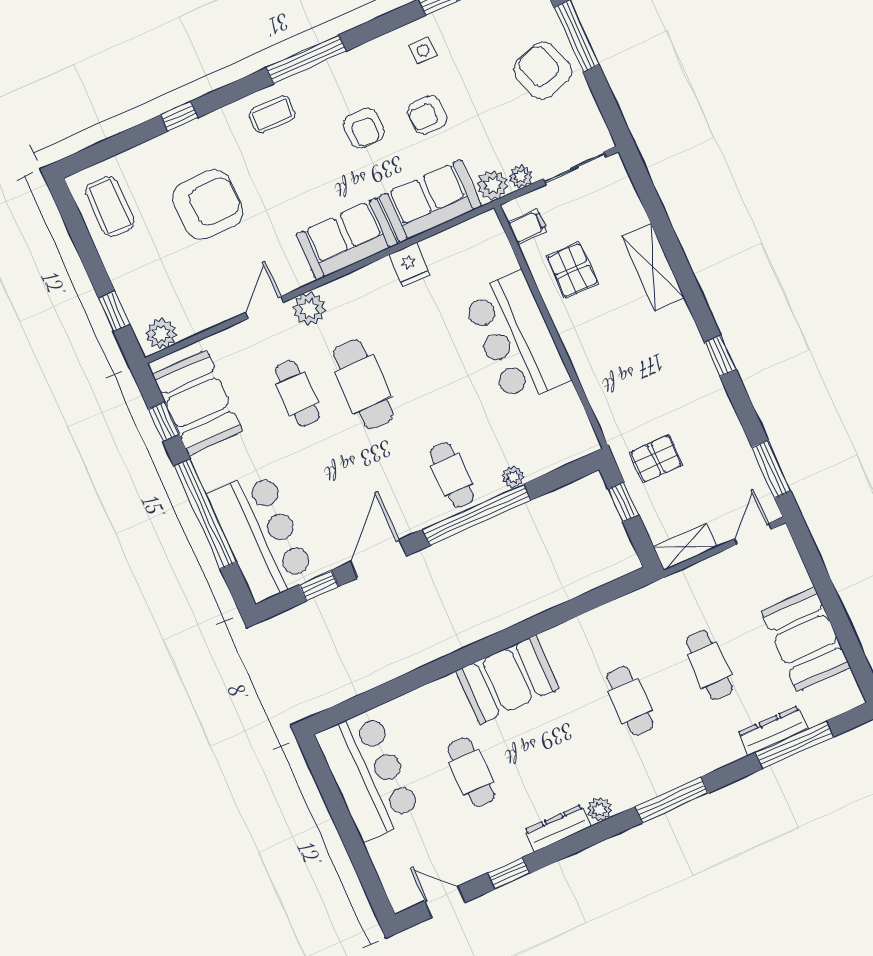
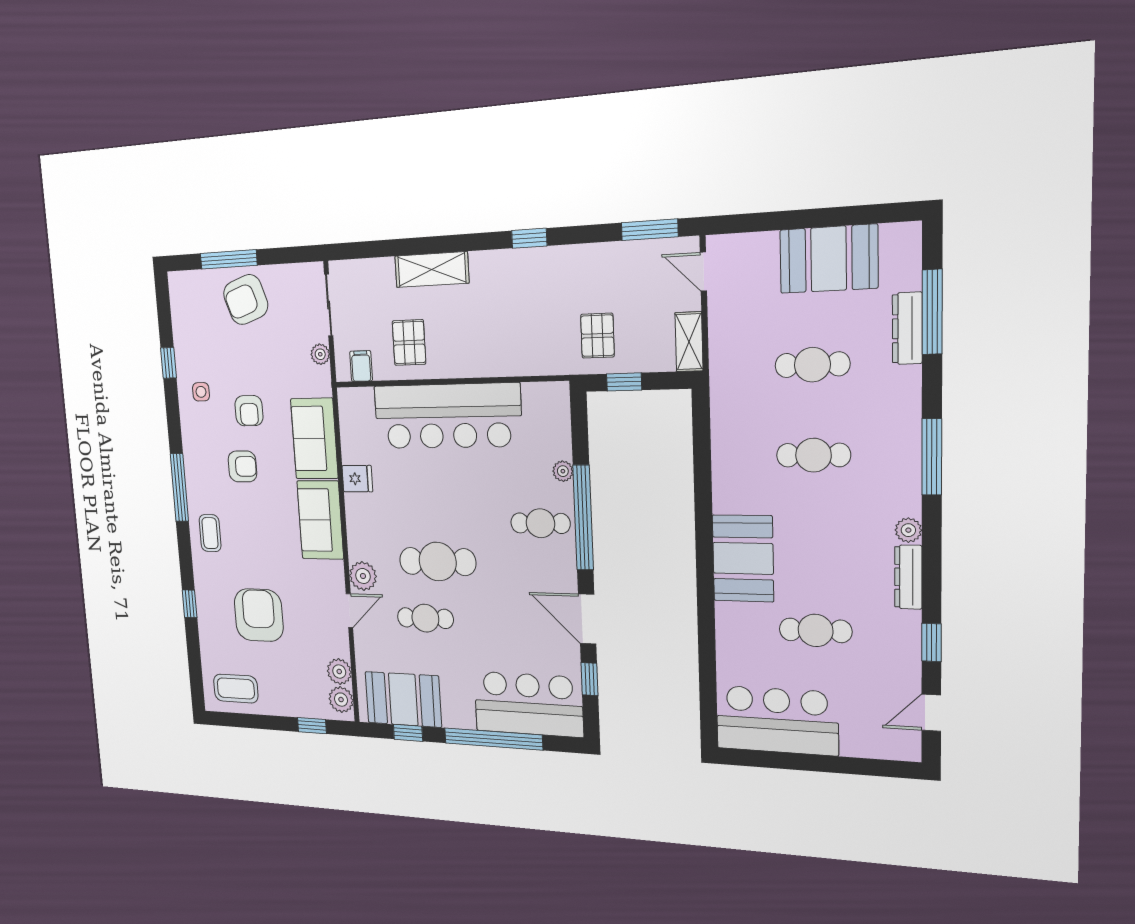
plant: (493, 185) -> (339, 672), moved
pallet: (572, 270) -> (409, 343), turned 90
door: (264, 308) -> (349, 611), swing flipped
bar counter: (516, 338) -> (447, 416), width x1.36

